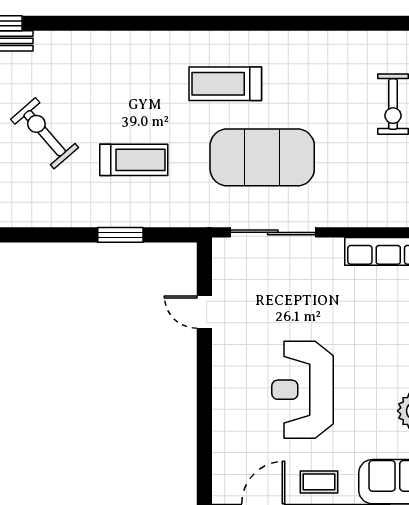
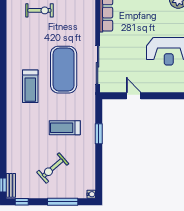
treadmill: (134, 160) -> (65, 128), turned -90
door: (204, 312) -> (134, 96), swing flipped

